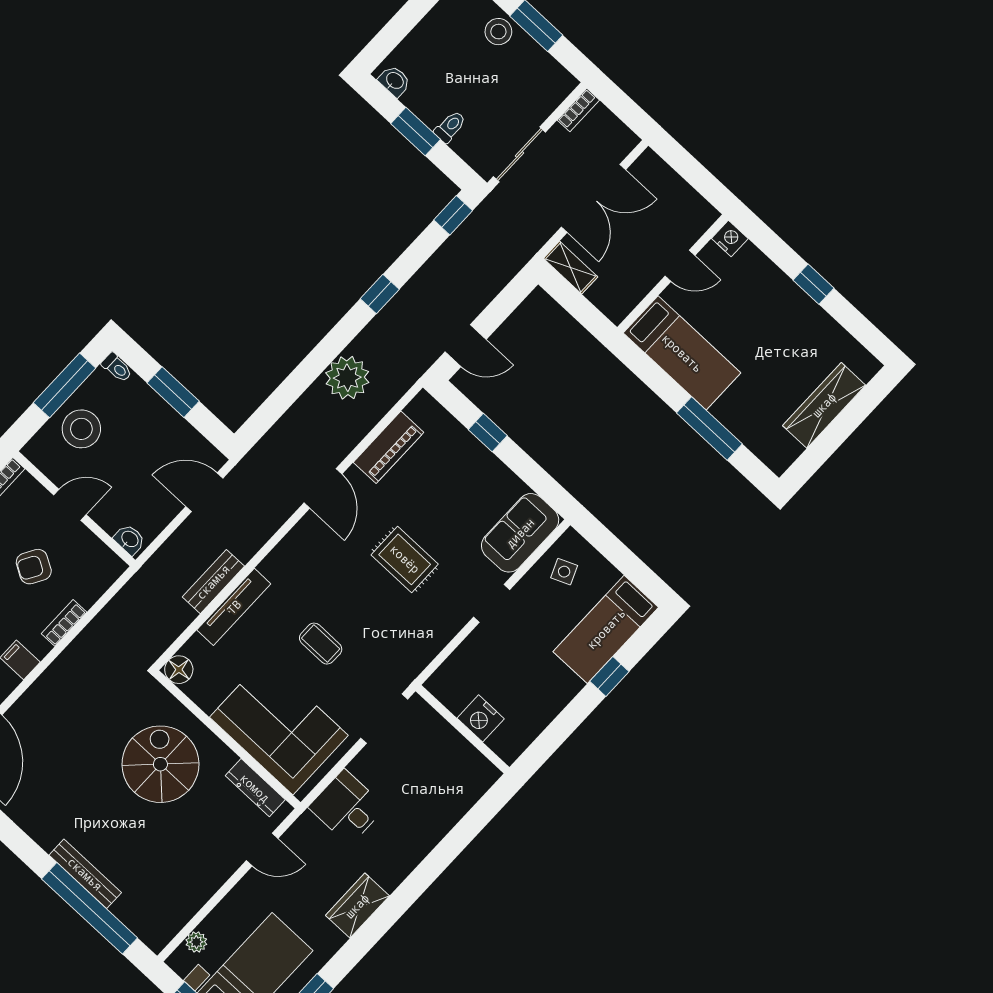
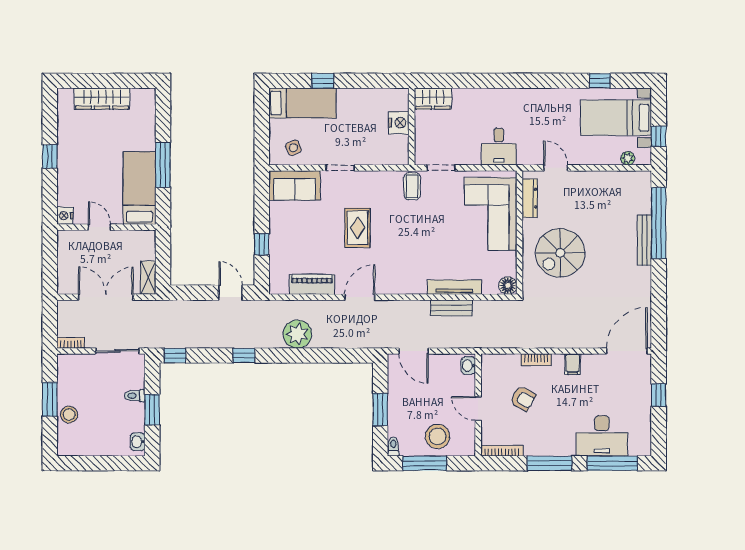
window: (709, 428) -> (163, 165), moved
coffee table: (321, 644) -> (412, 186), moved
doorway: (384, 719) -> (441, 168), width x0.73
wardrobe: (357, 906) -> (433, 99), moved

